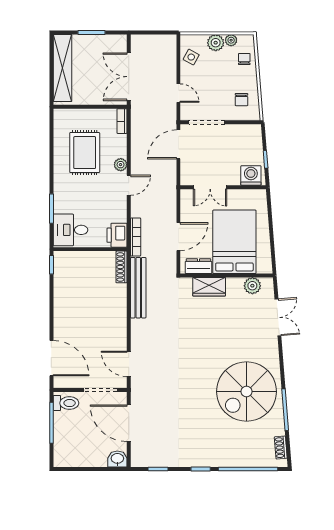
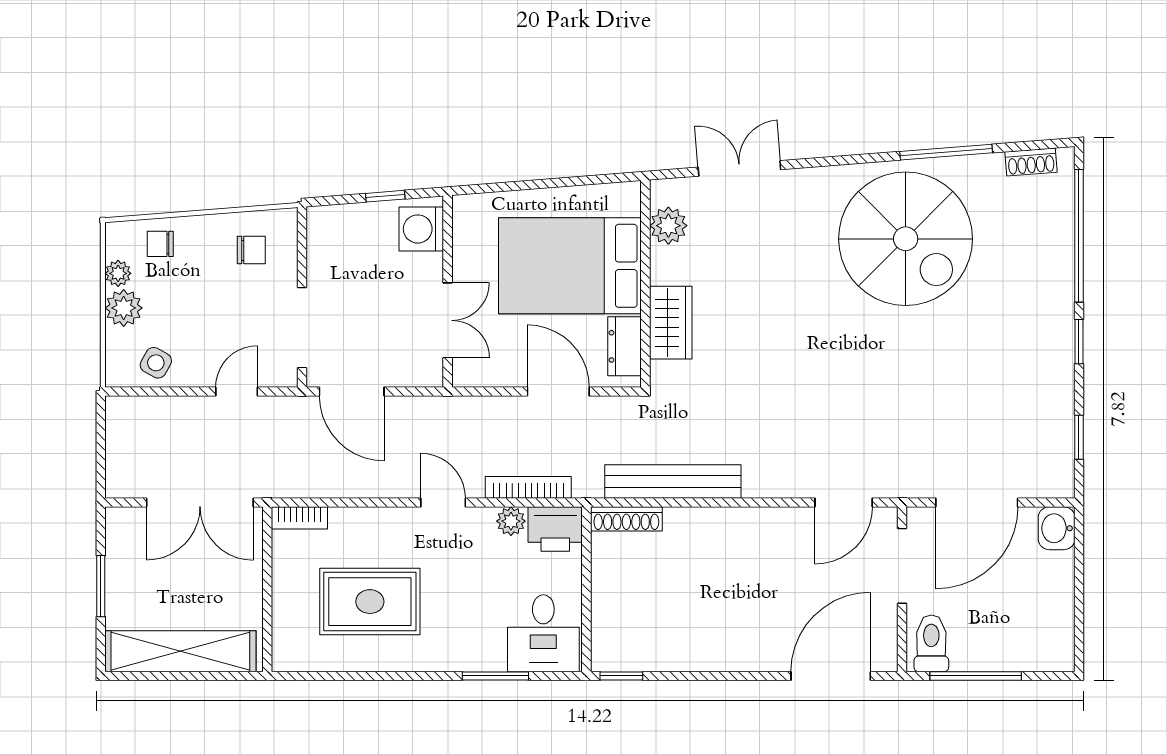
plant: (121, 165) -> (511, 521), moved
bookcase: (136, 237) -> (528, 487), moved

